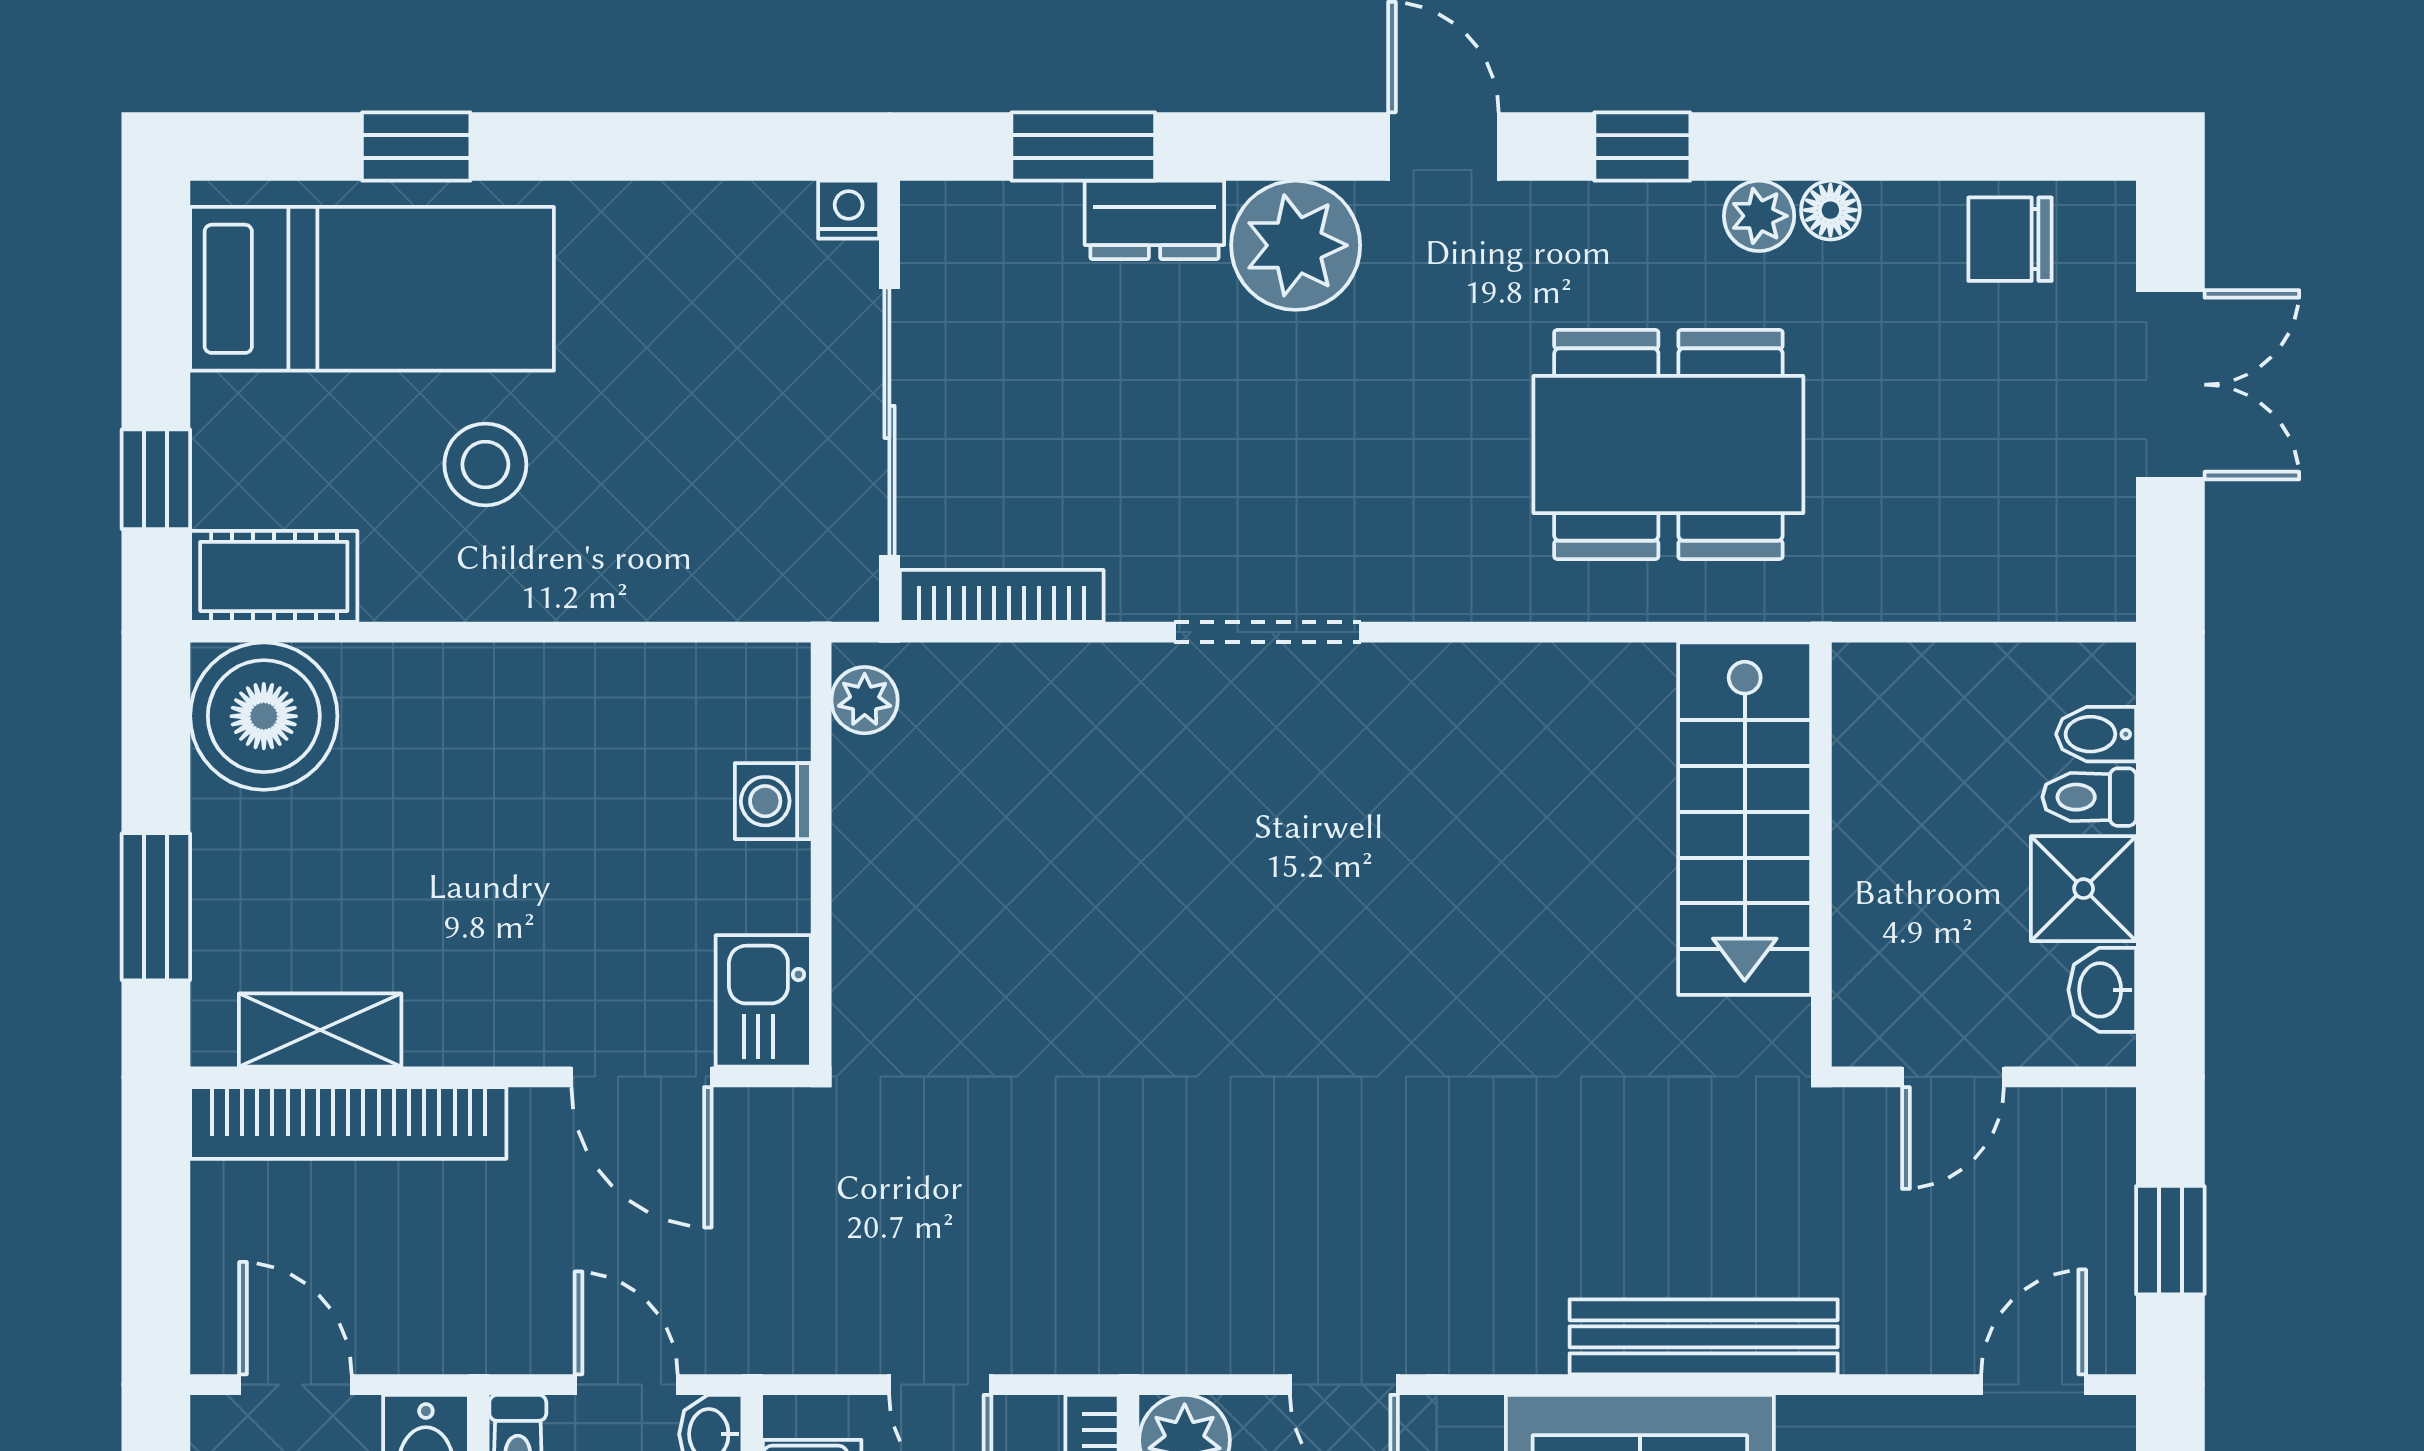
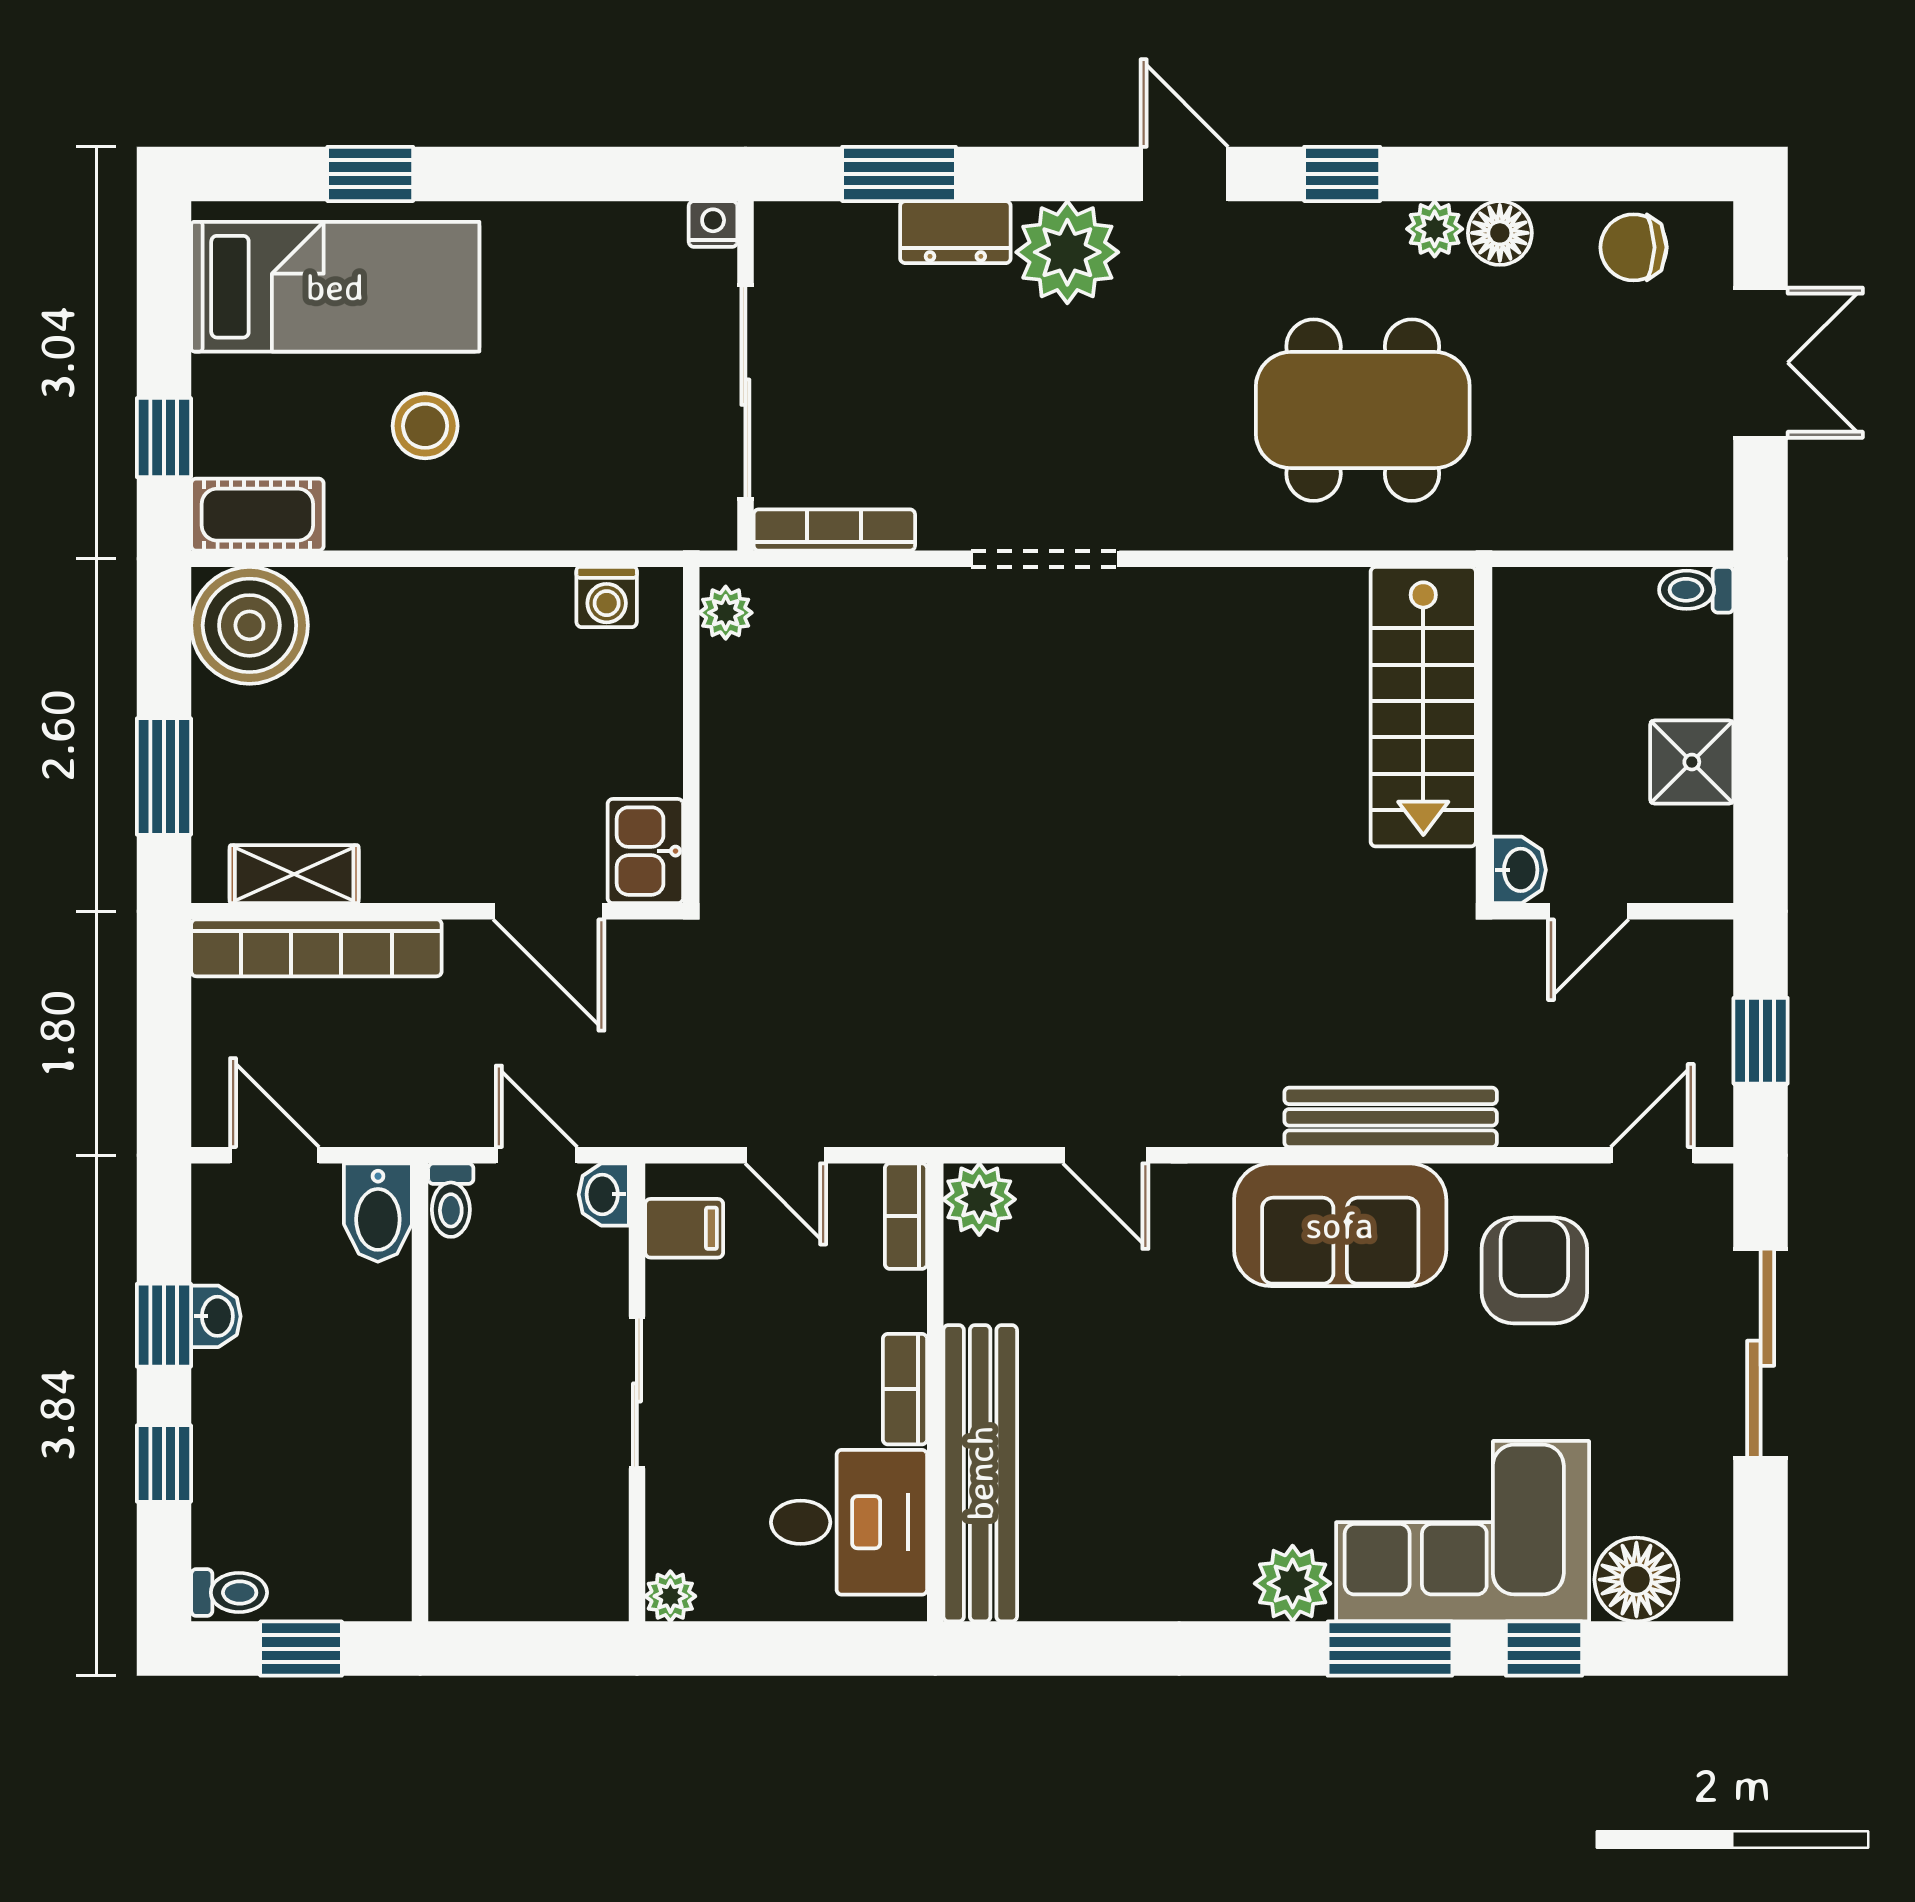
floor lamp: (1830, 210) -> (1500, 233), width x1.37, depth x1.37
bidet: (2096, 734) -> (1702, 640), removed
toilet: (2089, 797) -> (1696, 590), moved
washing machine: (773, 801) -> (607, 597), moved, turned -90
washbasin: (2102, 990) -> (1519, 870), moved, turned 180

